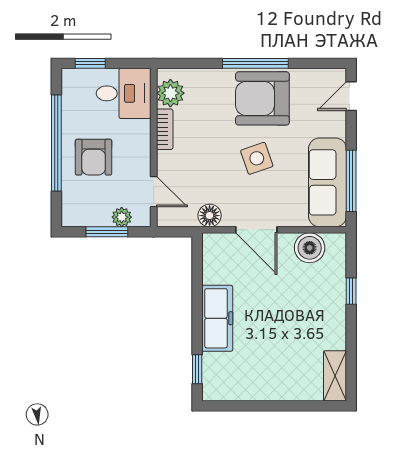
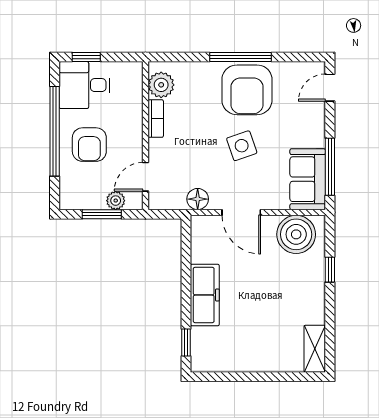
desk: (124, 93) -> (85, 85), moved, turned 180
armchair: (262, 98) -> (247, 90), turned -90
sofa: (327, 182) -> (308, 179), width x0.73
door: (154, 192) -> (145, 177), swing flipped
boiler: (310, 248) -> (296, 234), width x1.37, depth x1.37

